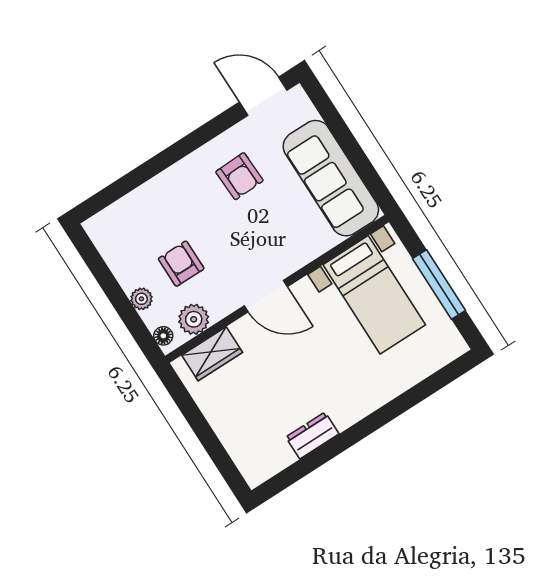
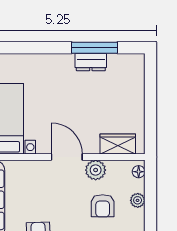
plant: (194, 319) -> (96, 170), moved
window: (319, 457) -> (95, 48), added

